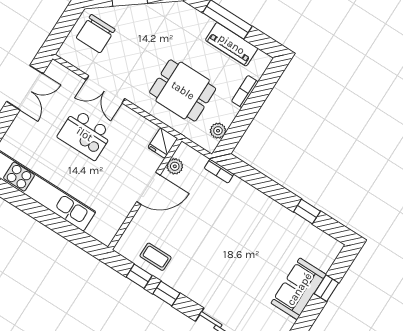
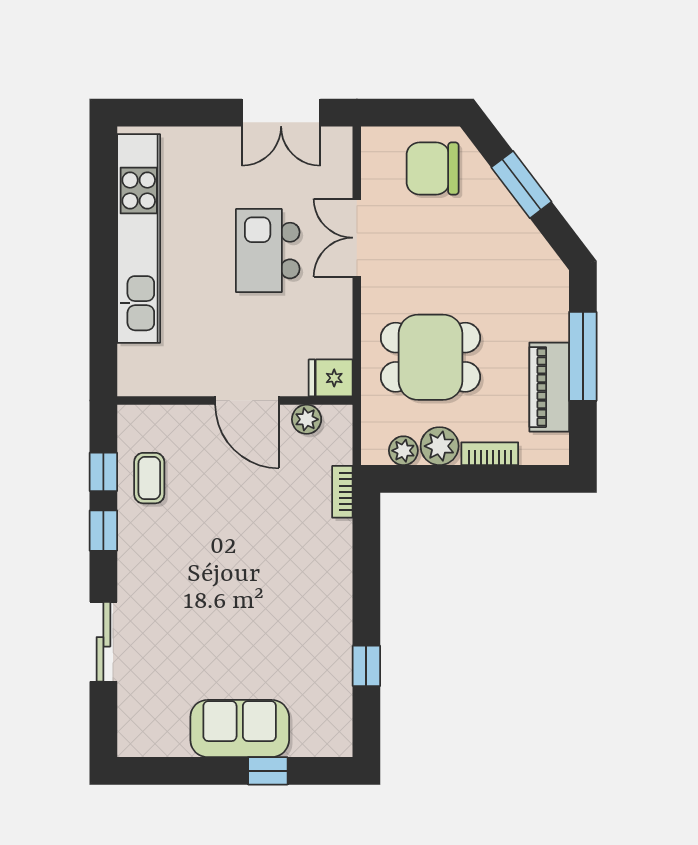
dining table: (183, 90) -> (430, 357), turned 90
plant: (227, 113) -> (440, 446), added

